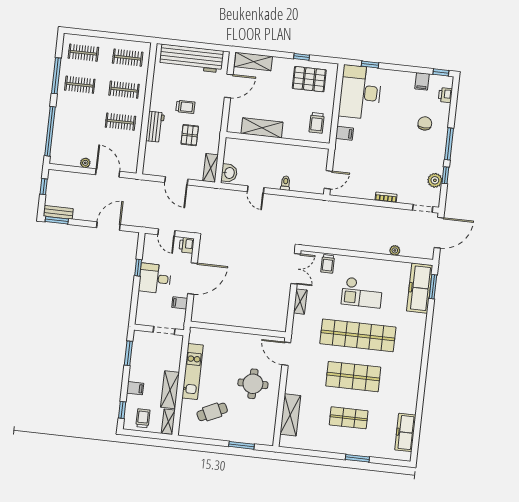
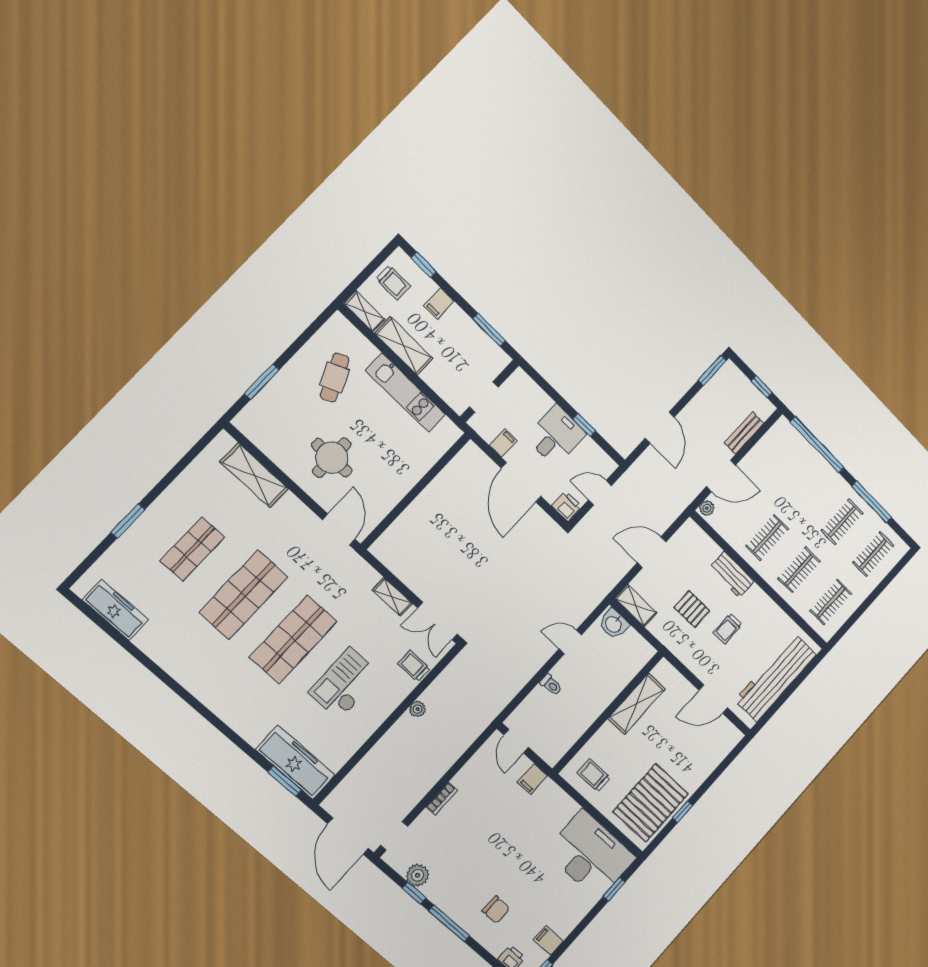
shelving: (253, 62) -> (719, 749), removed
pallet: (309, 79) -> (651, 803), width x1.37, depth x1.41
door: (229, 86) -> (713, 699), hinge flipped
filing cabinet: (344, 133) -> (532, 779), moved
plant: (85, 163) -> (707, 508), moved
bench: (58, 212) -> (744, 433), moved
plant: (395, 250) -> (417, 709), moved
shop shelf: (358, 335) -> (293, 639), width x0.71
door: (286, 354) -> (339, 529), hinge flipped

